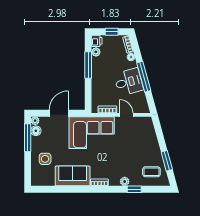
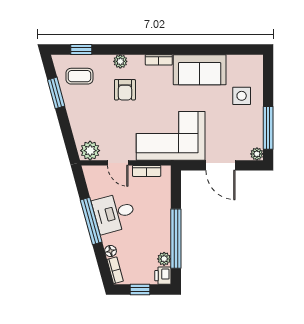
window: (88, 65) -> (176, 239), width x1.46
door: (59, 113) -> (221, 165), hinge flipped
plant: (144, 123) -> (90, 151), added
floor lamp: (36, 131) -> (256, 139), removed
armchair: (122, 163) -> (125, 90), added
window: (134, 189) -> (81, 50), moved

